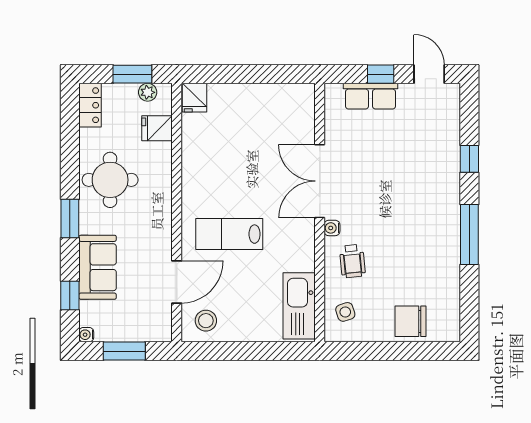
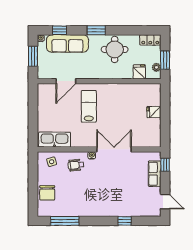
window: (381, 74) -> (165, 165), moved
door: (429, 74) -> (165, 202), hinge flipped
fridge: (194, 98) -> (154, 112), moved
window: (469, 235) -> (65, 221), moved
sofa: (98, 267) -> (67, 43), width x1.36
door: (177, 282) -> (66, 81), hinge flipped
stool: (206, 321) -> (47, 95), removed
chair: (410, 321) -> (47, 193), turned 180

